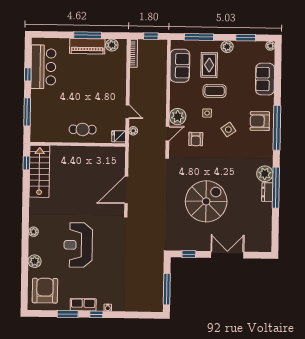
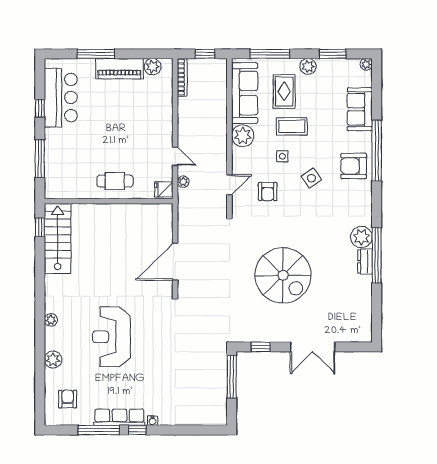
window: (88, 35) -> (96, 54), moved
sofa: (180, 66) -> (245, 93), width x1.36
plant: (178, 117) -> (243, 136), moved
window: (277, 128) -> (377, 151), moved
spiral stairs: (206, 201) -> (283, 275), turned 90
double door: (227, 255) -> (313, 347), swing flipped
window: (167, 289) -> (232, 377), moved
armchair: (45, 291) -> (68, 399), width x0.53, depth x0.53
row of seats: (83, 305) -> (119, 417), width x1.48
window: (68, 314) -> (99, 430), width x1.44

